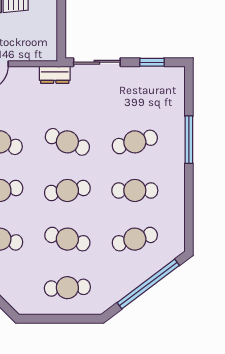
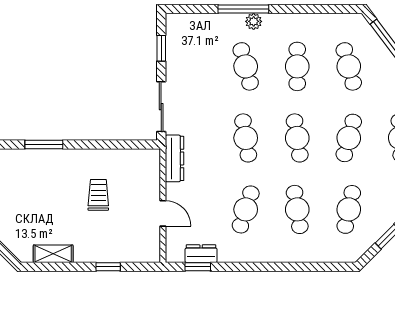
dresser: (55, 75) -> (174, 158), width x1.44
cafe table: (67, 142) -> (246, 138), turned -30
plant: (177, 149) -> (254, 21), added

